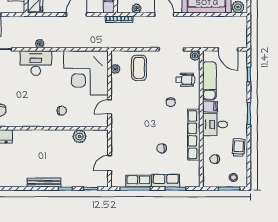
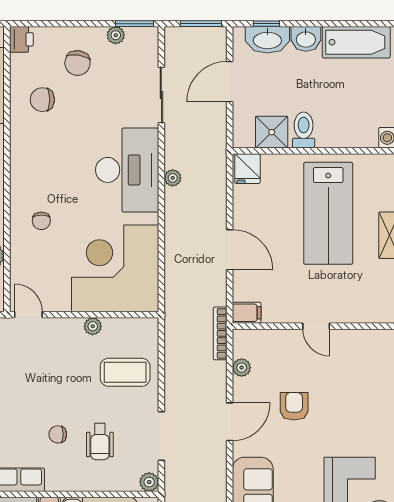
desk: (36, 63) -> (127, 170), width x1.36, depth x1.30
plant: (115, 69) -> (93, 326), moved
wheelchair: (185, 80) -> (100, 442), moved
door: (110, 107) -> (28, 315), moved

